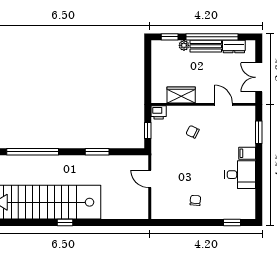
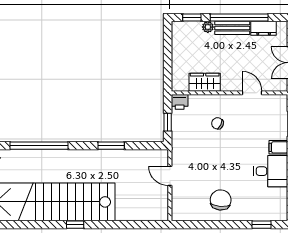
chair: (195, 200) -> (221, 200), width x1.87, depth x1.87

